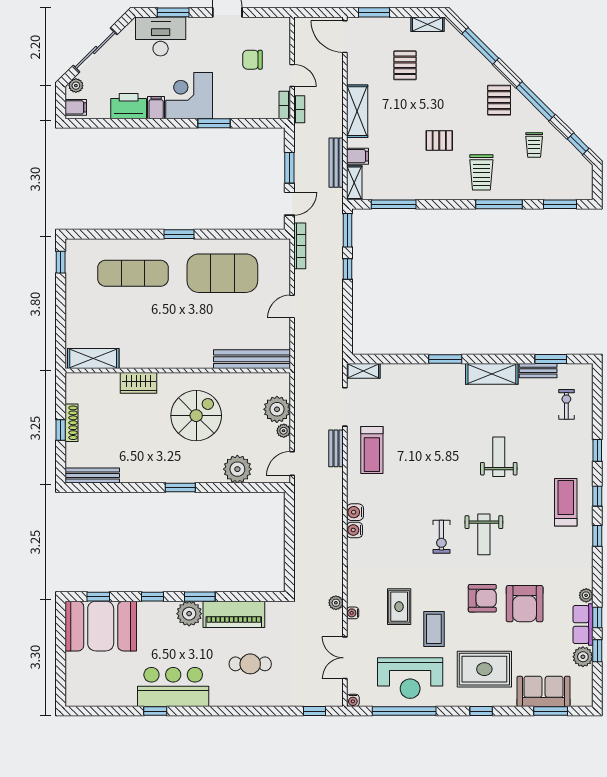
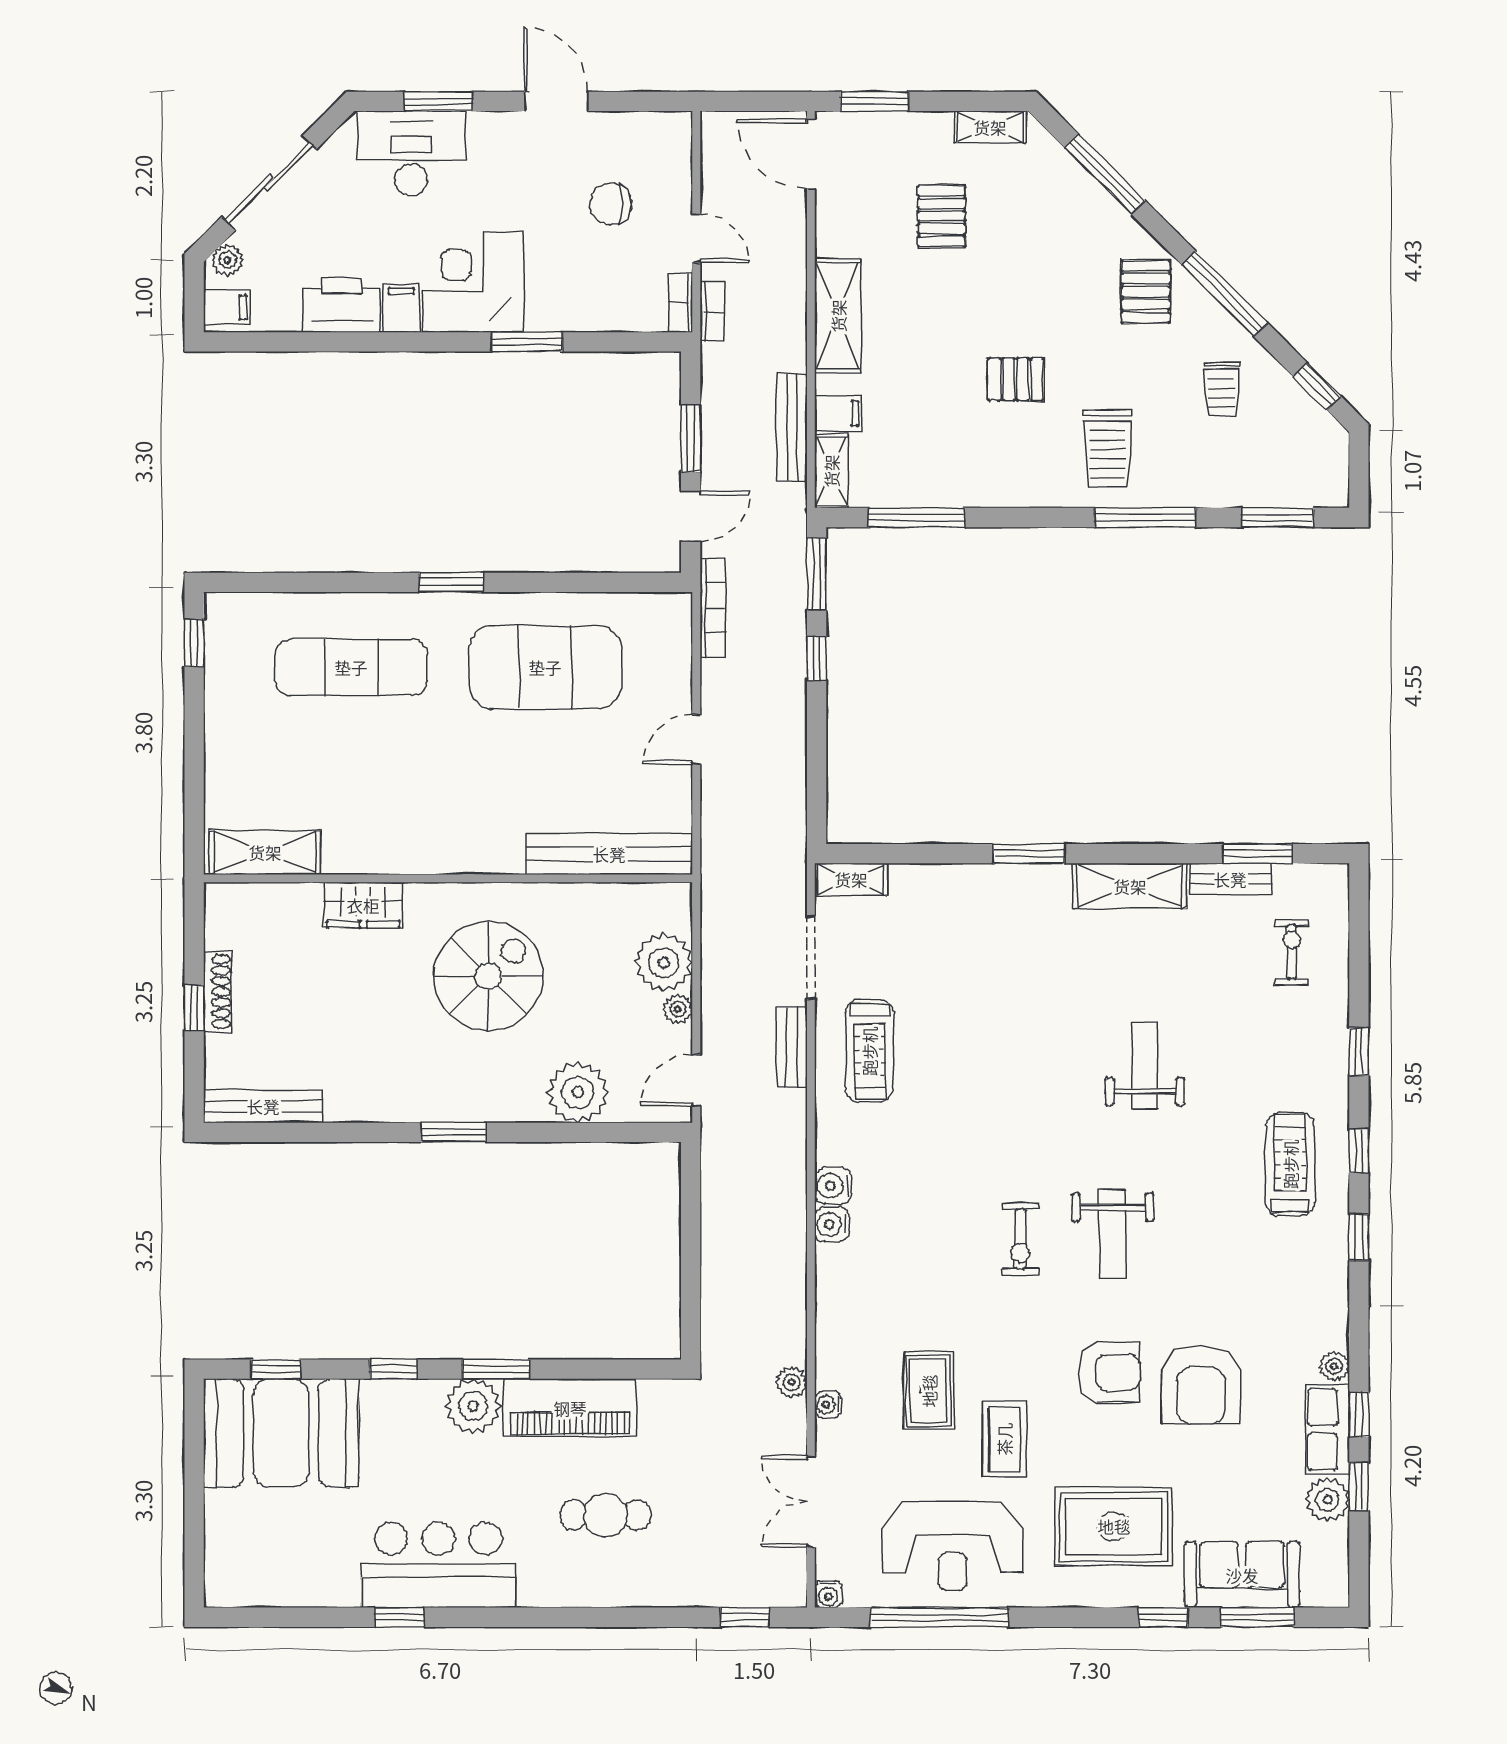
window: (481, 711) -> (1163, 1617), moved

